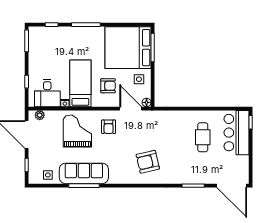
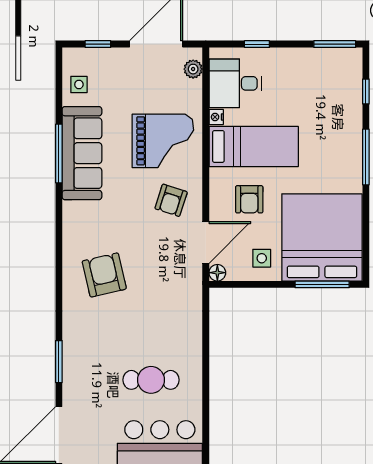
armchair: (109, 127) -> (171, 200), turned -72

